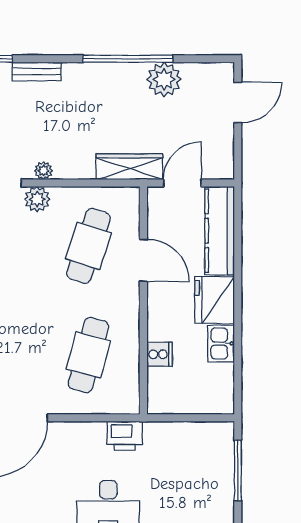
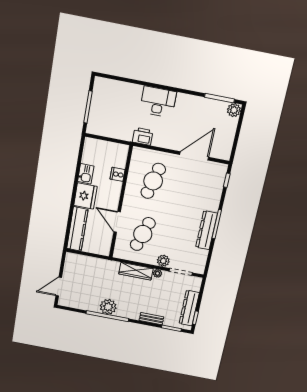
plant: (164, 79) -> (108, 307), moved
wardrobe: (129, 167) -> (136, 271), moved
door: (182, 183) -> (92, 255), removed

